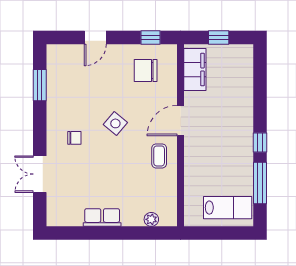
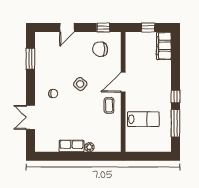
filing cabinet: (195, 69) -> (164, 46), moved, turned 180
lab bench: (228, 208) -> (143, 119), moved
plant: (151, 219) -> (89, 147), moved

